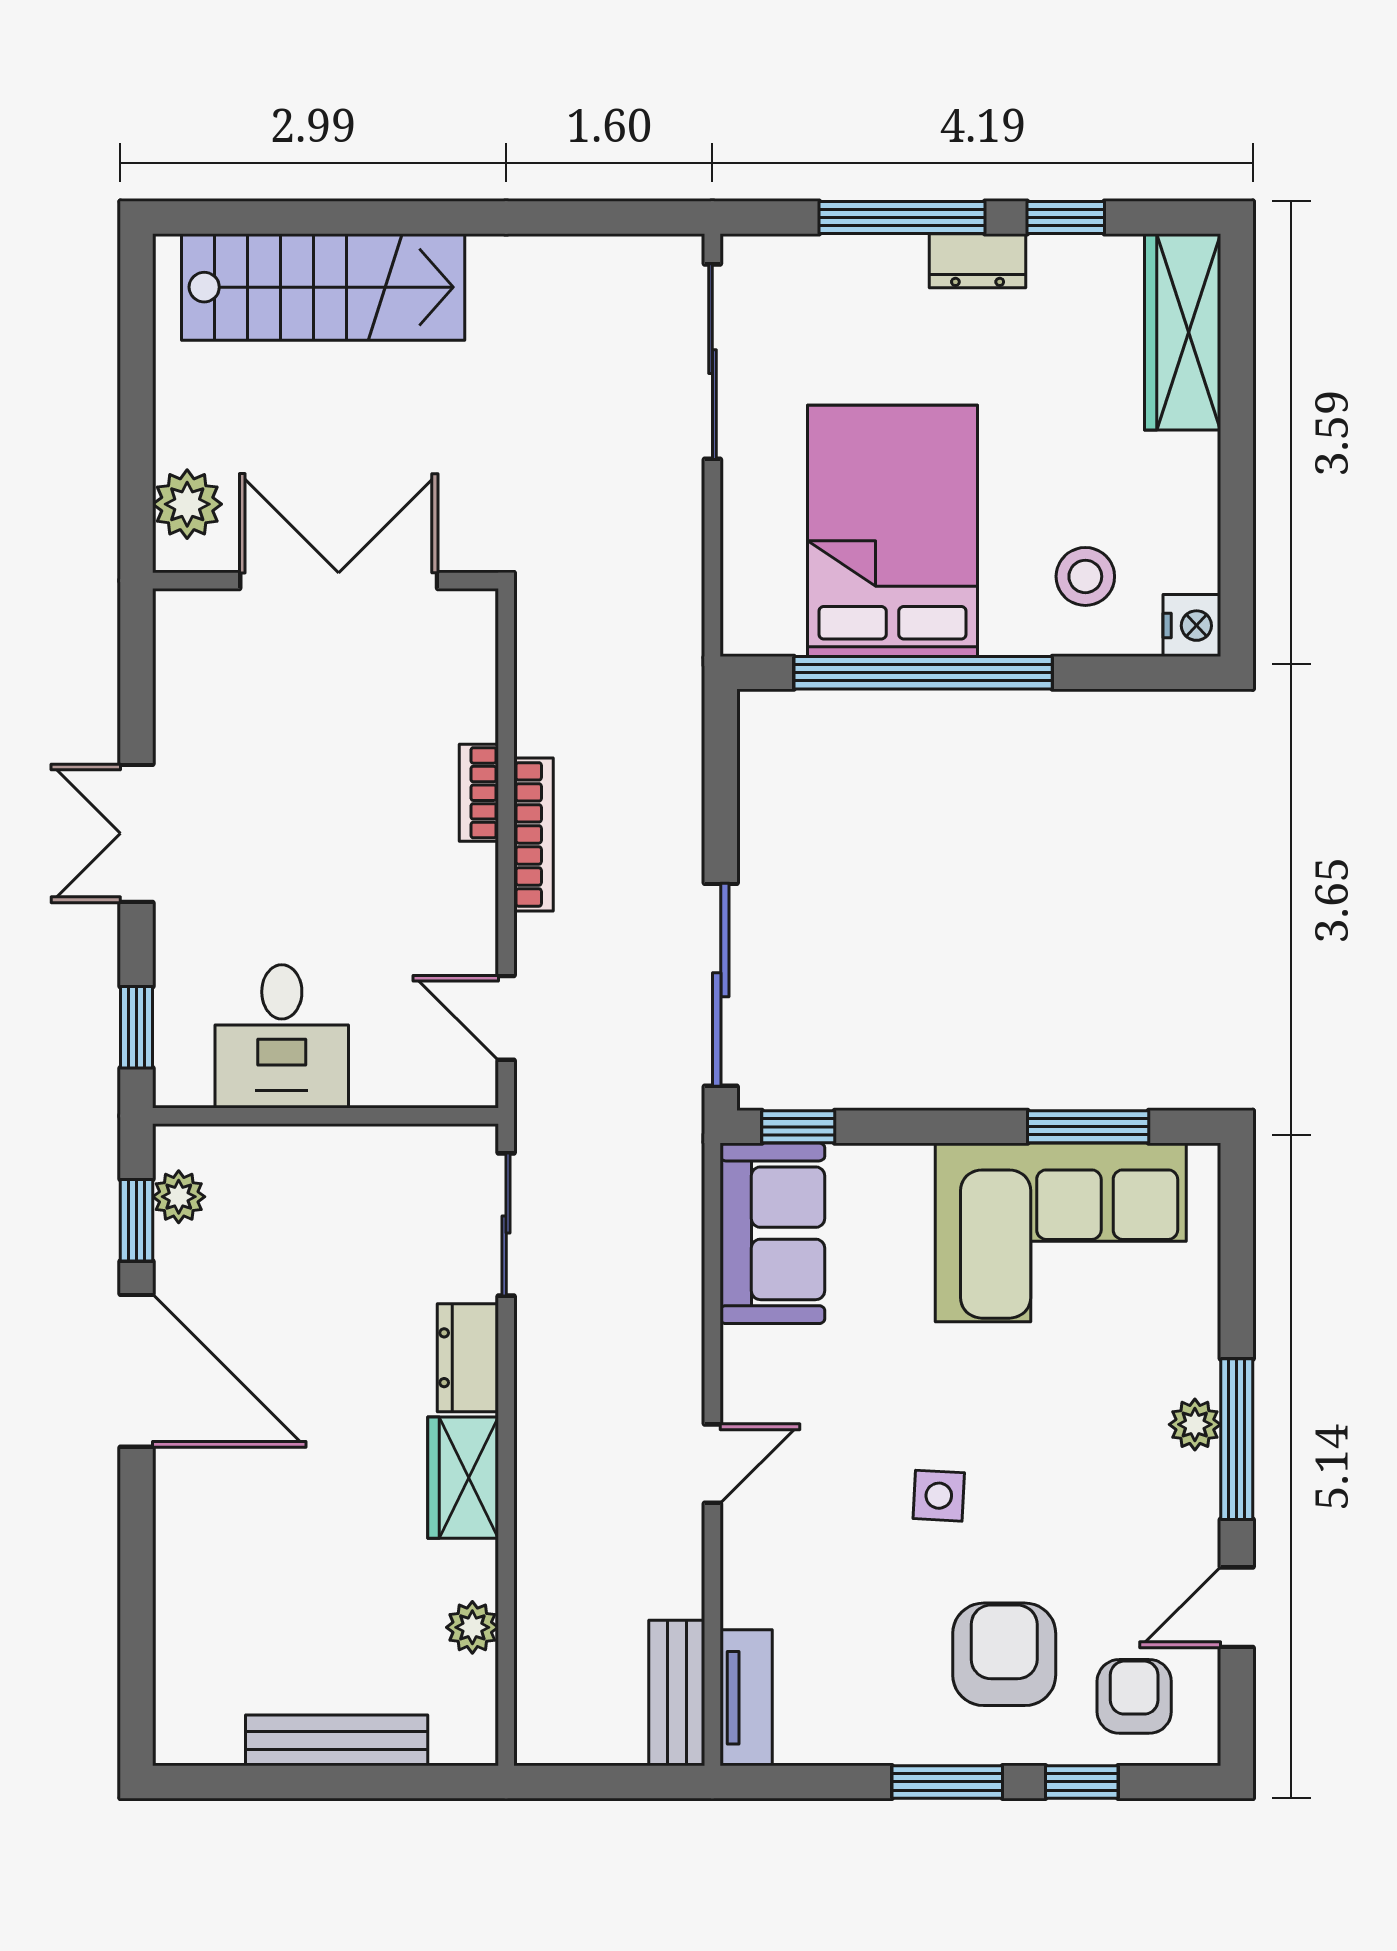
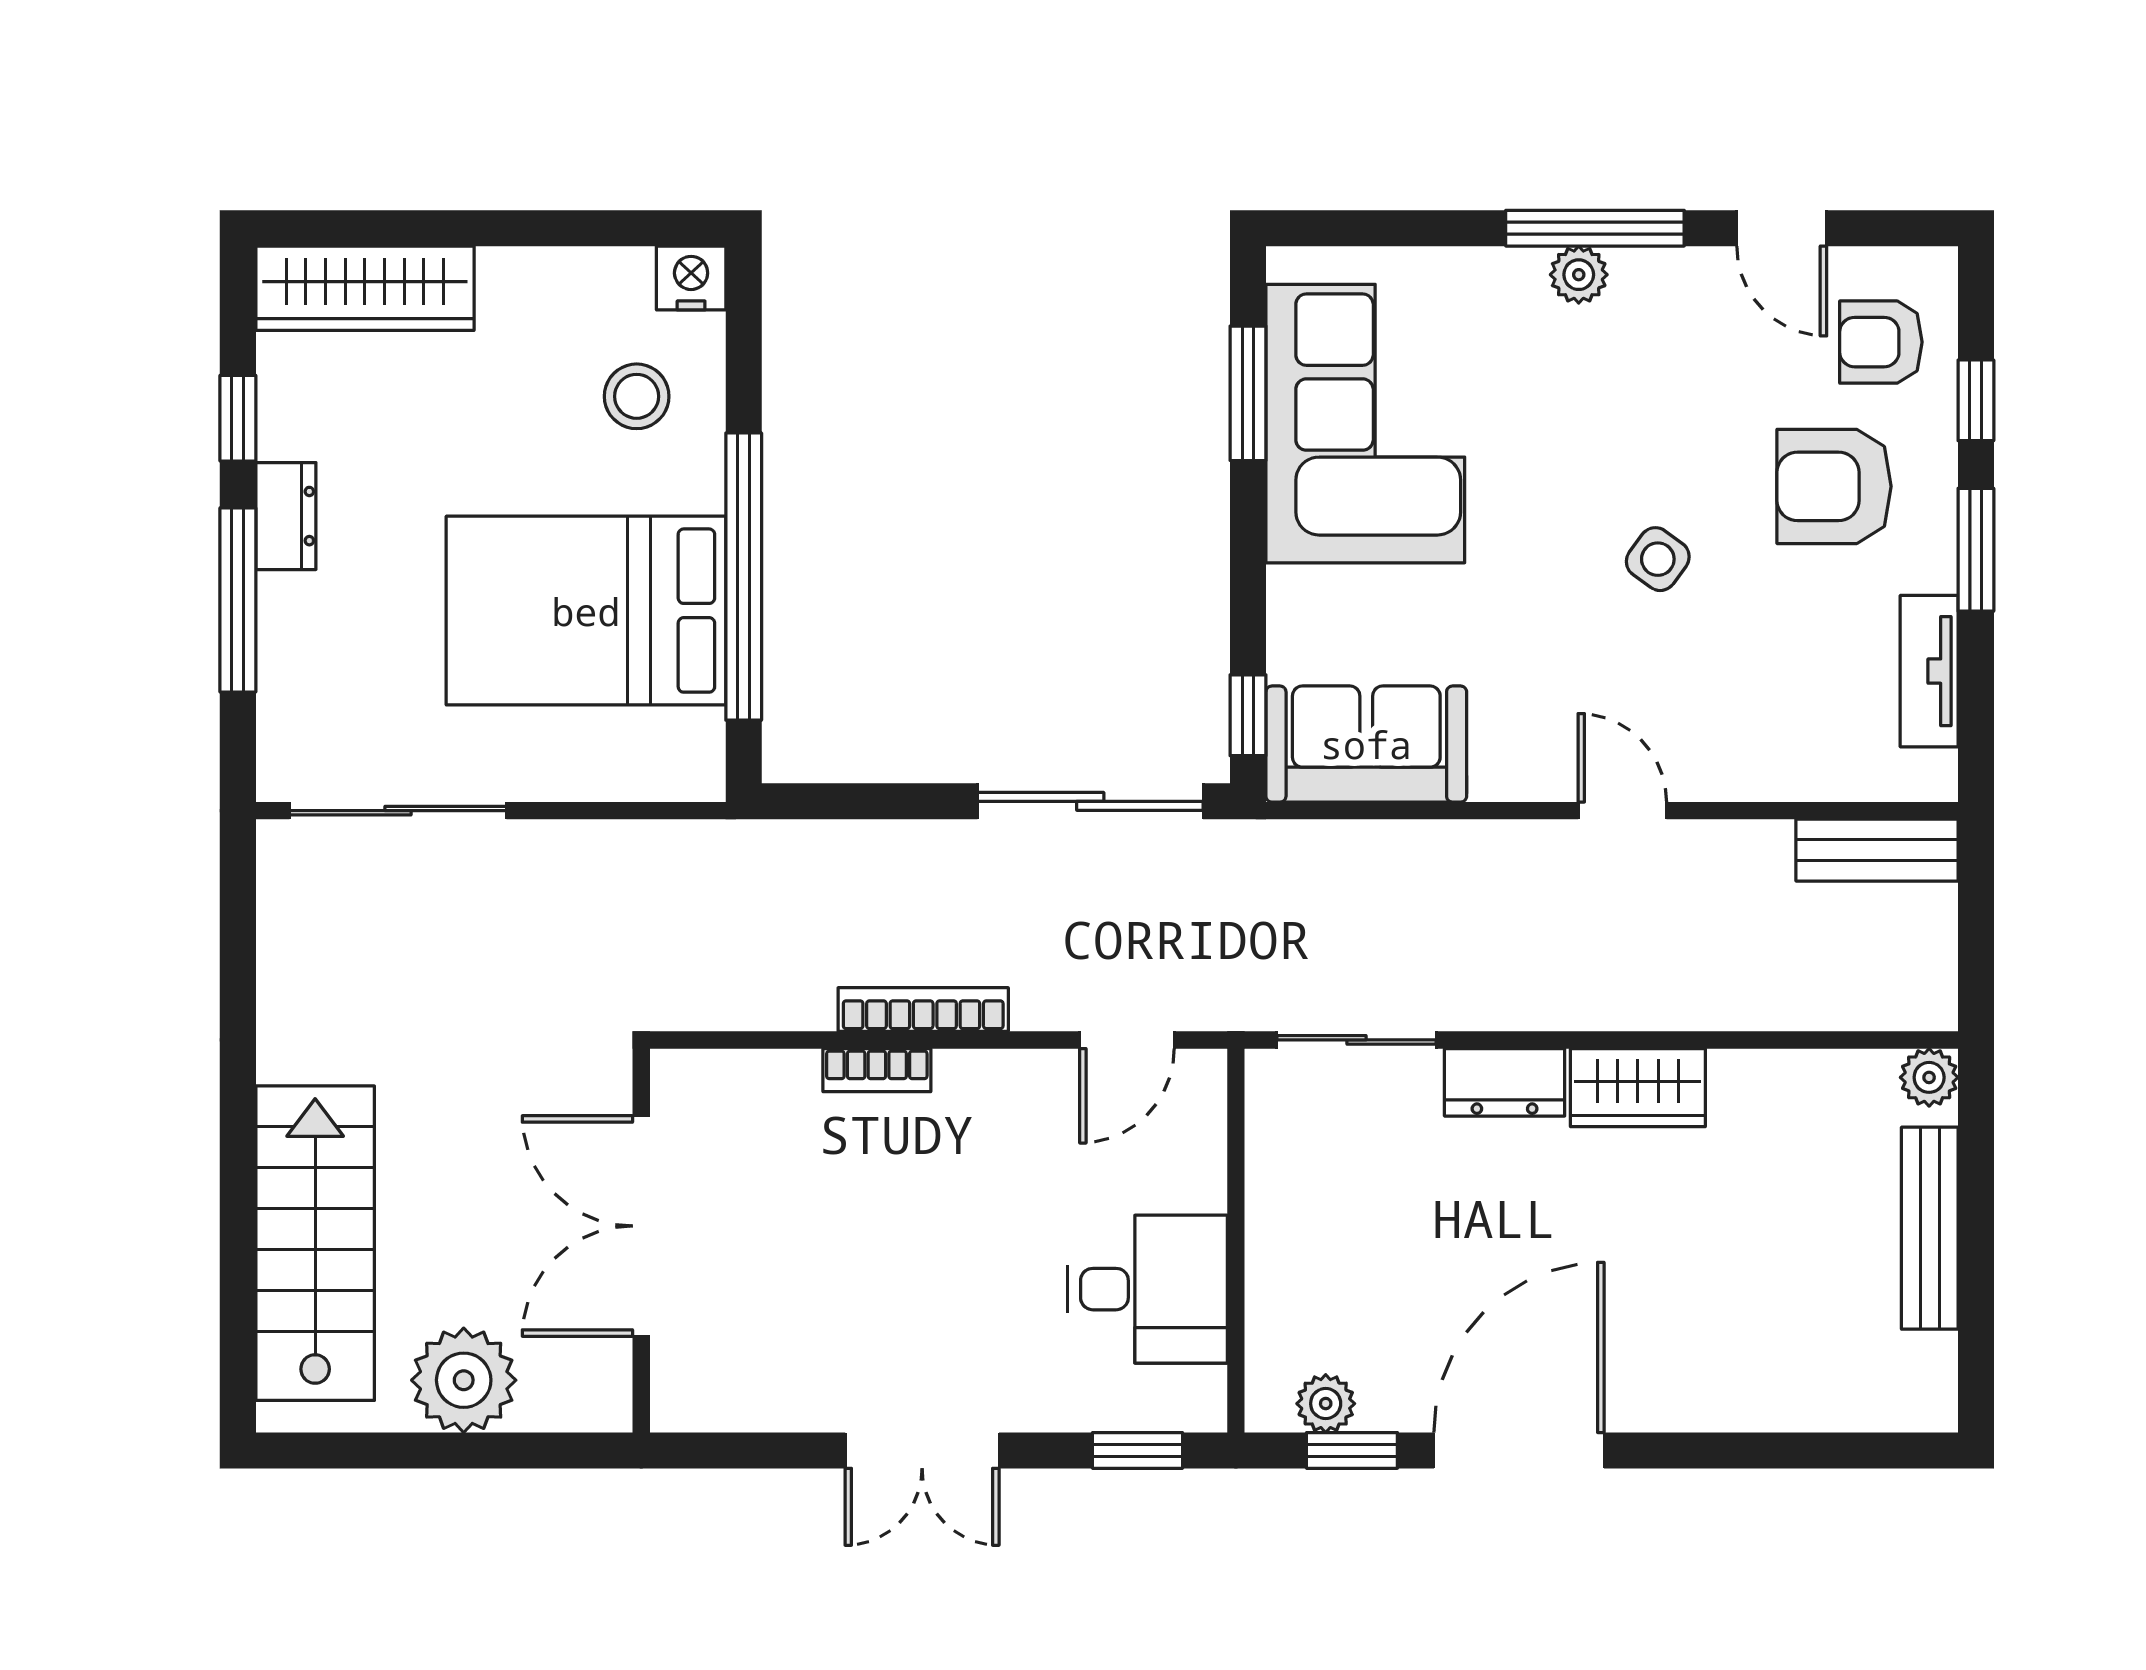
plant: (187, 504) -> (464, 1380), moved, width x1.36, depth x1.36
side table: (939, 1496) -> (1658, 559), turned 33
plant: (472, 1627) -> (1929, 1077), moved
tv unit: (746, 1698) -> (1929, 671), moved, turned -90

